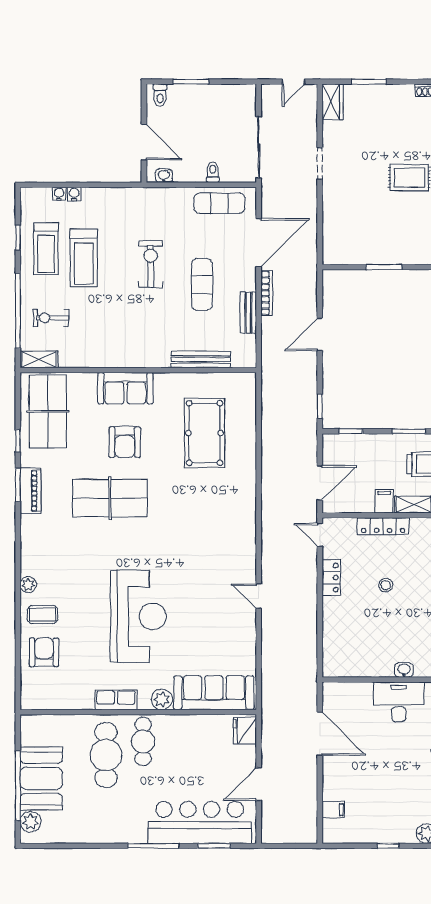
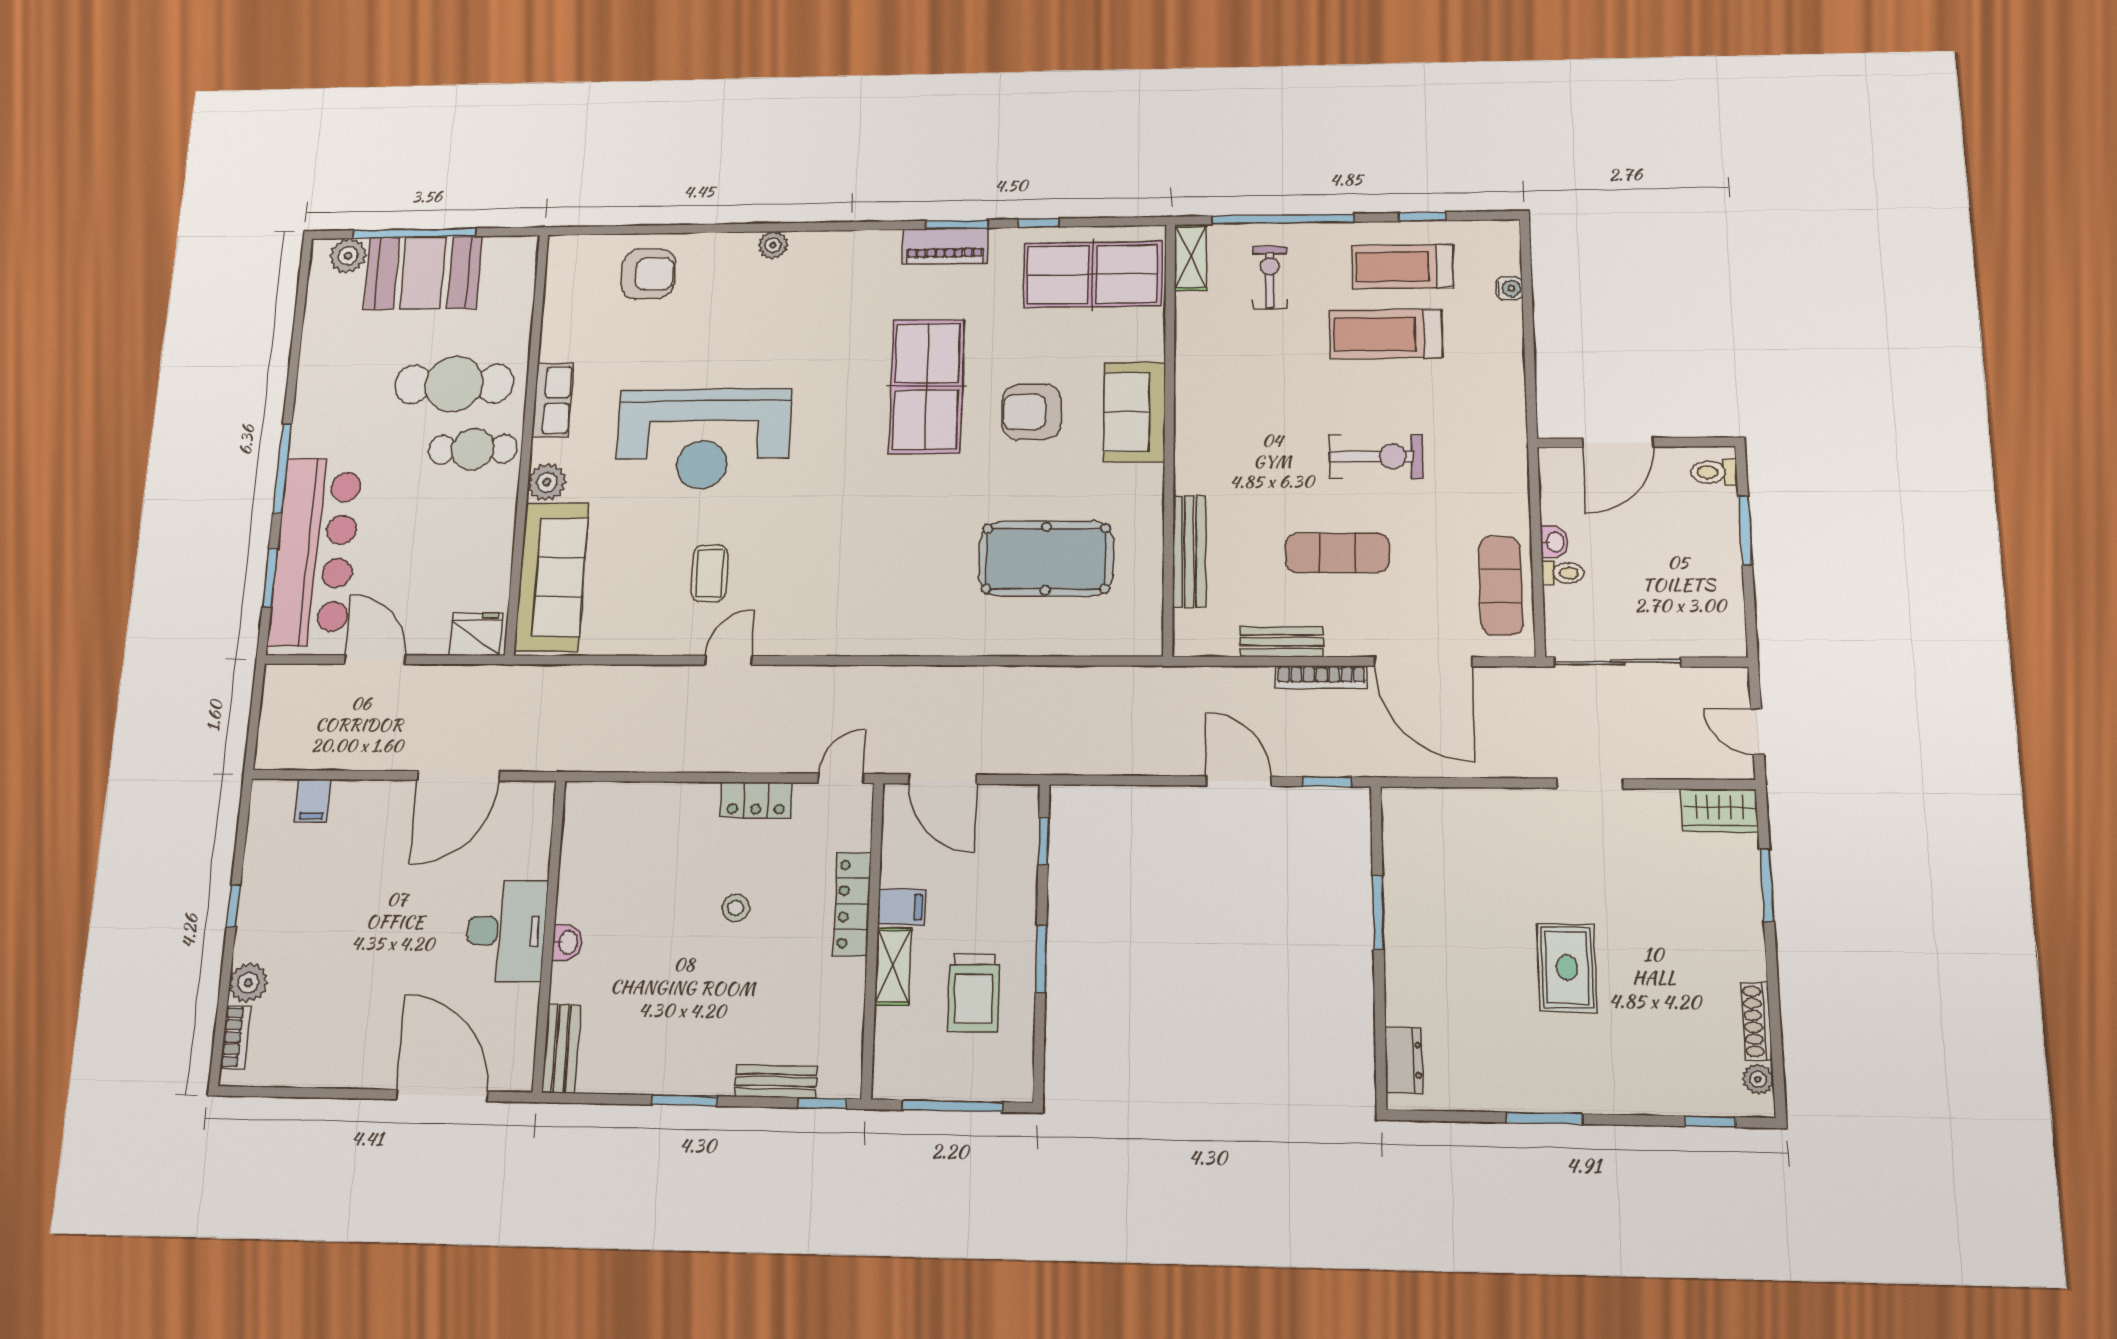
washbasin: (164, 176) -> (1554, 542), moved
water cooler: (74, 194) -> (1510, 315), removed
window: (320, 406) -> (1327, 782), moved
coffee table: (42, 614) -> (710, 573), moved

